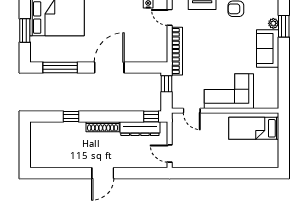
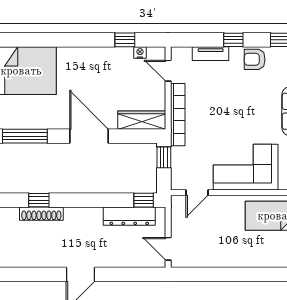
wardrobe: (149, 55) -> (142, 120), added
door: (109, 67) -> (89, 136), hinge flipped
door: (192, 111) -> (197, 193), hinge flipped
shoe rack: (103, 127) -> (41, 214), moved

